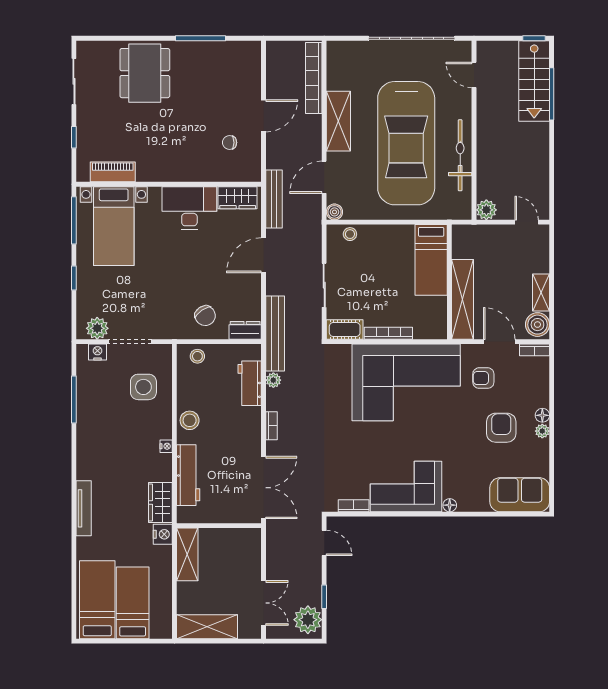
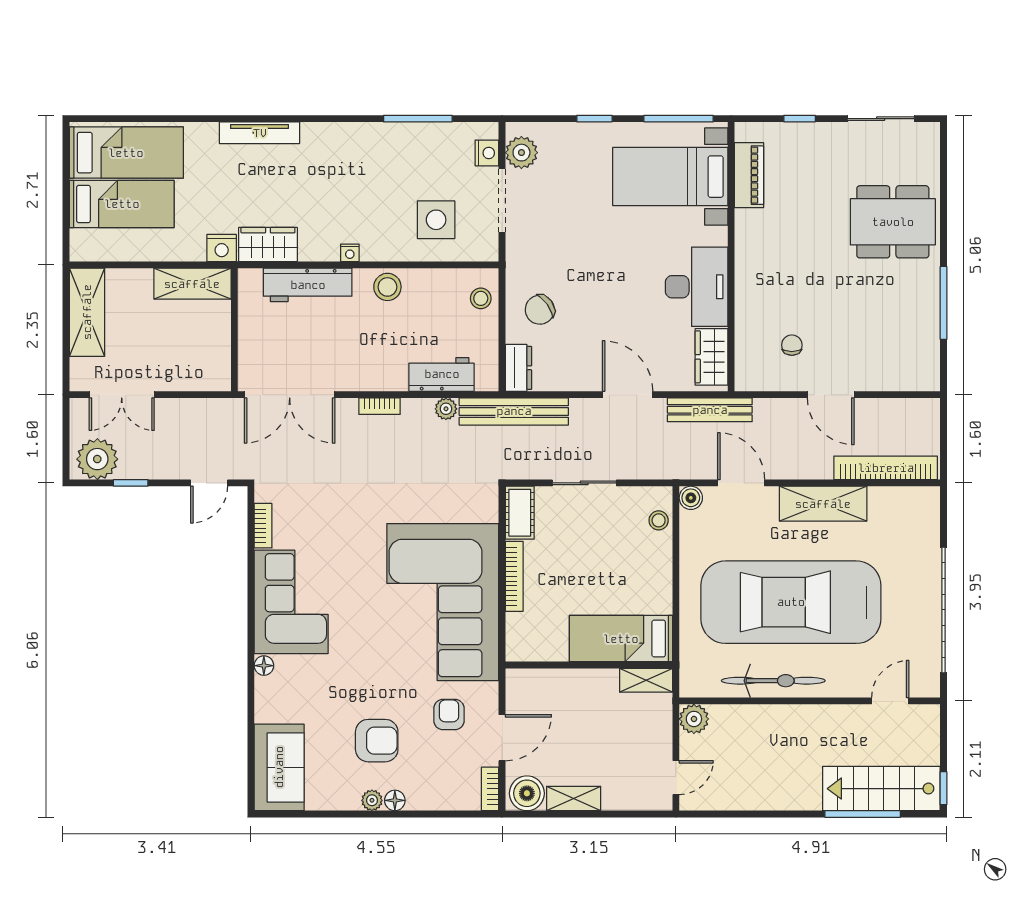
shelving: (463, 299) -> (646, 680), moved, width x0.45, depth x0.75

